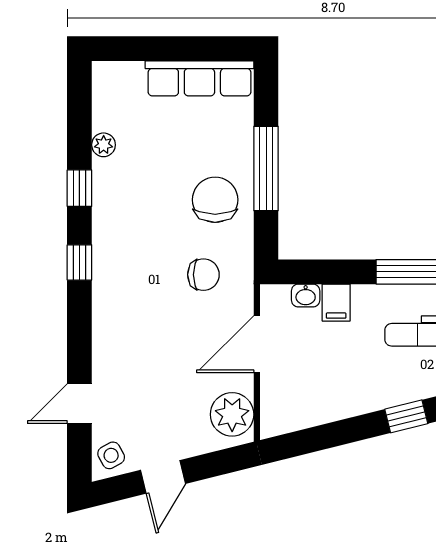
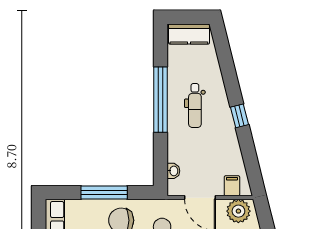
filing cabinet: (336, 303) -> (232, 186), moved, turned -90

